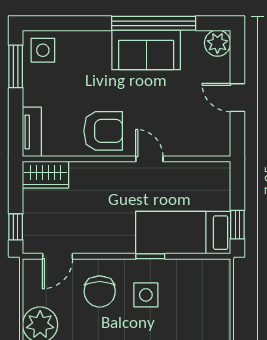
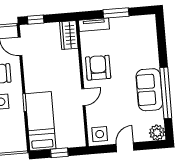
side table: (43, 50) -> (100, 134), moved
window: (16, 66) -> (116, 13), moved
armchair: (103, 131) -> (98, 68), turned 180
window: (237, 225) -> (59, 153), moved

